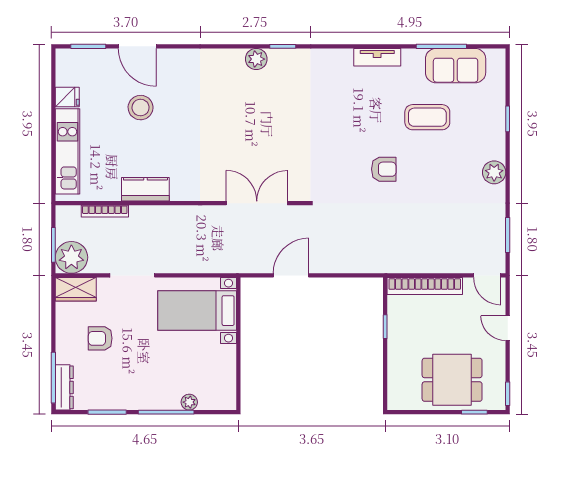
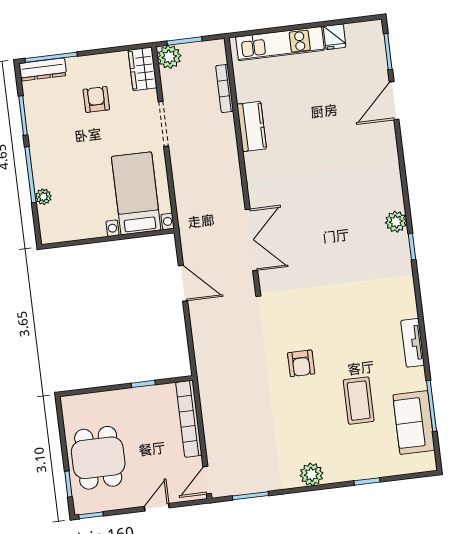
stool: (141, 108) -> (333, 112), removed
plant: (71, 257) -> (169, 57), width x0.73, depth x0.73

